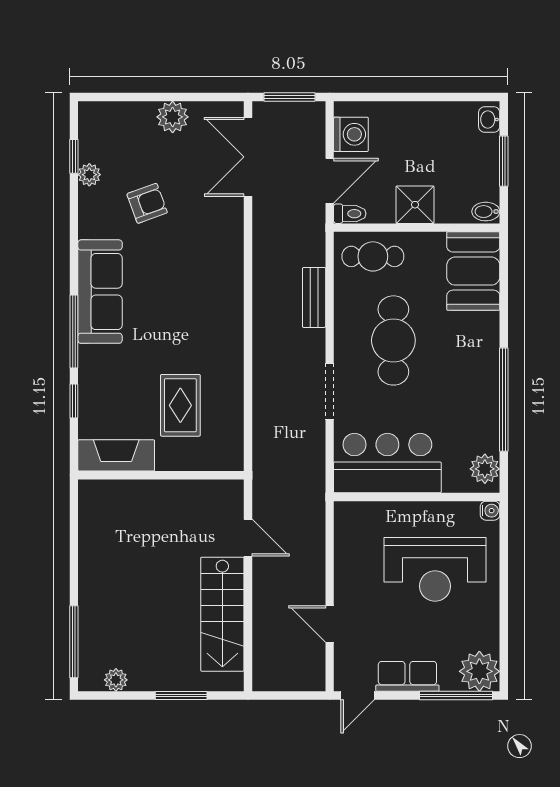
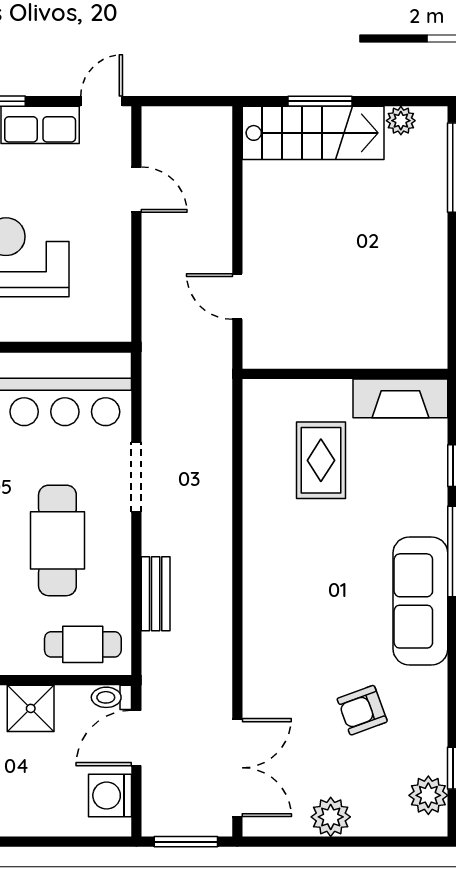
plant: (89, 175) -> (428, 795), moved, width x1.38, depth x1.38
stairs: (222, 614) -> (313, 133), moved, turned 90

